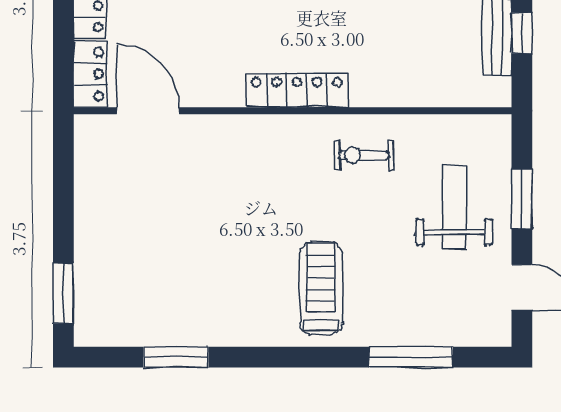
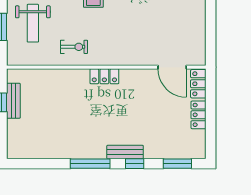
locker: (297, 90) -> (104, 76), width x0.66

